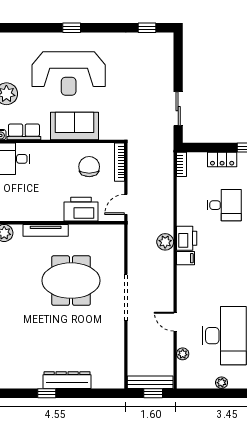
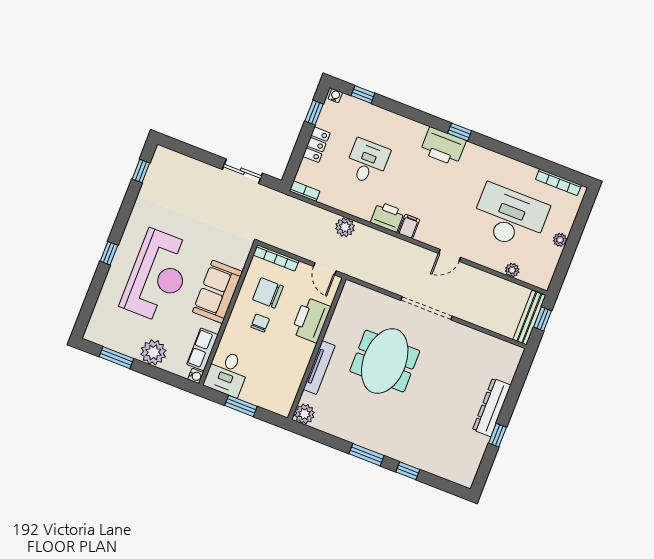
chair: (63, 170) -> (260, 323), added
plant: (165, 242) -> (345, 227), moved
door: (175, 322) -> (450, 255), moved

